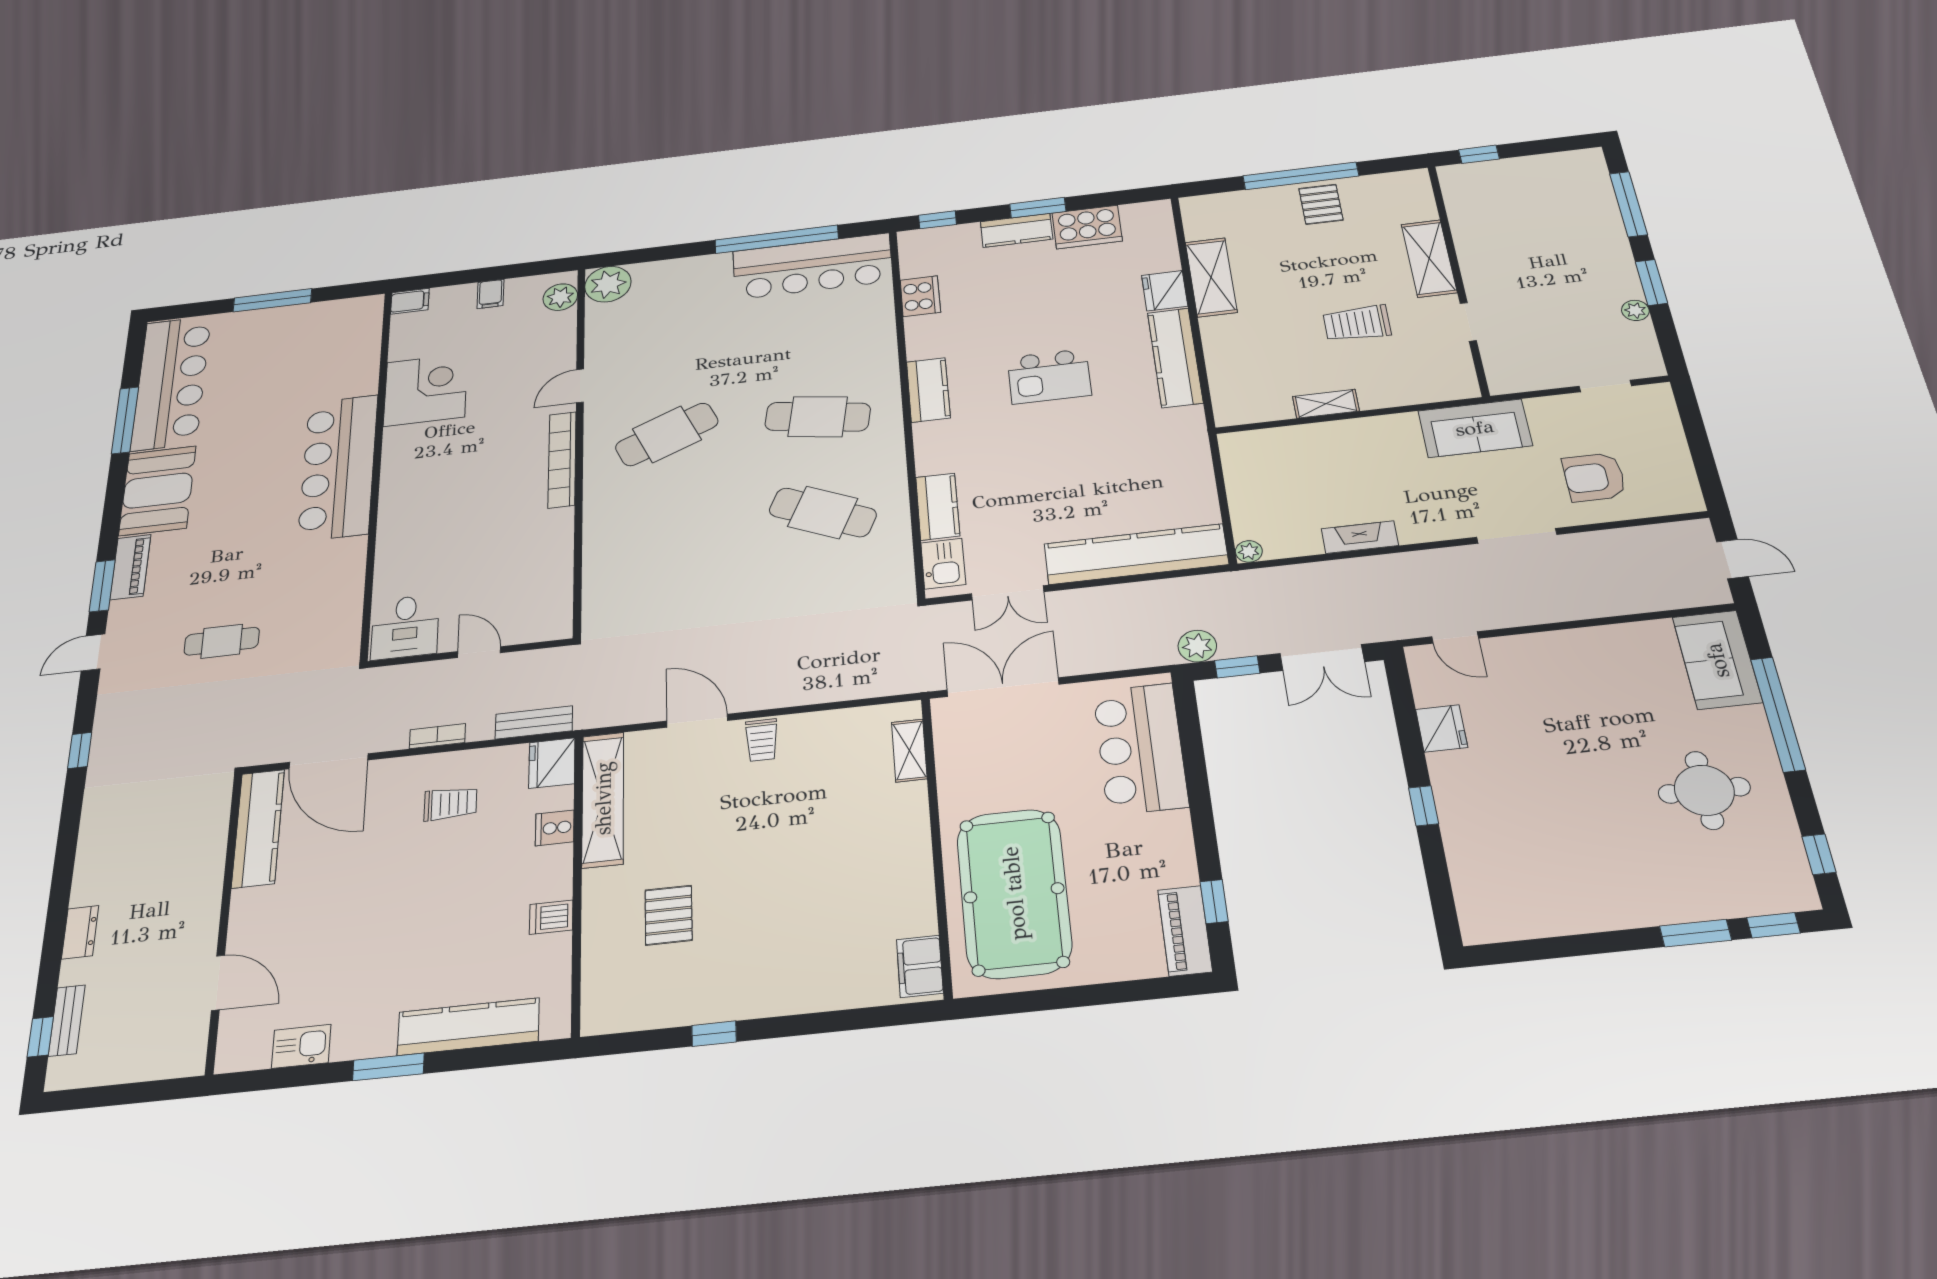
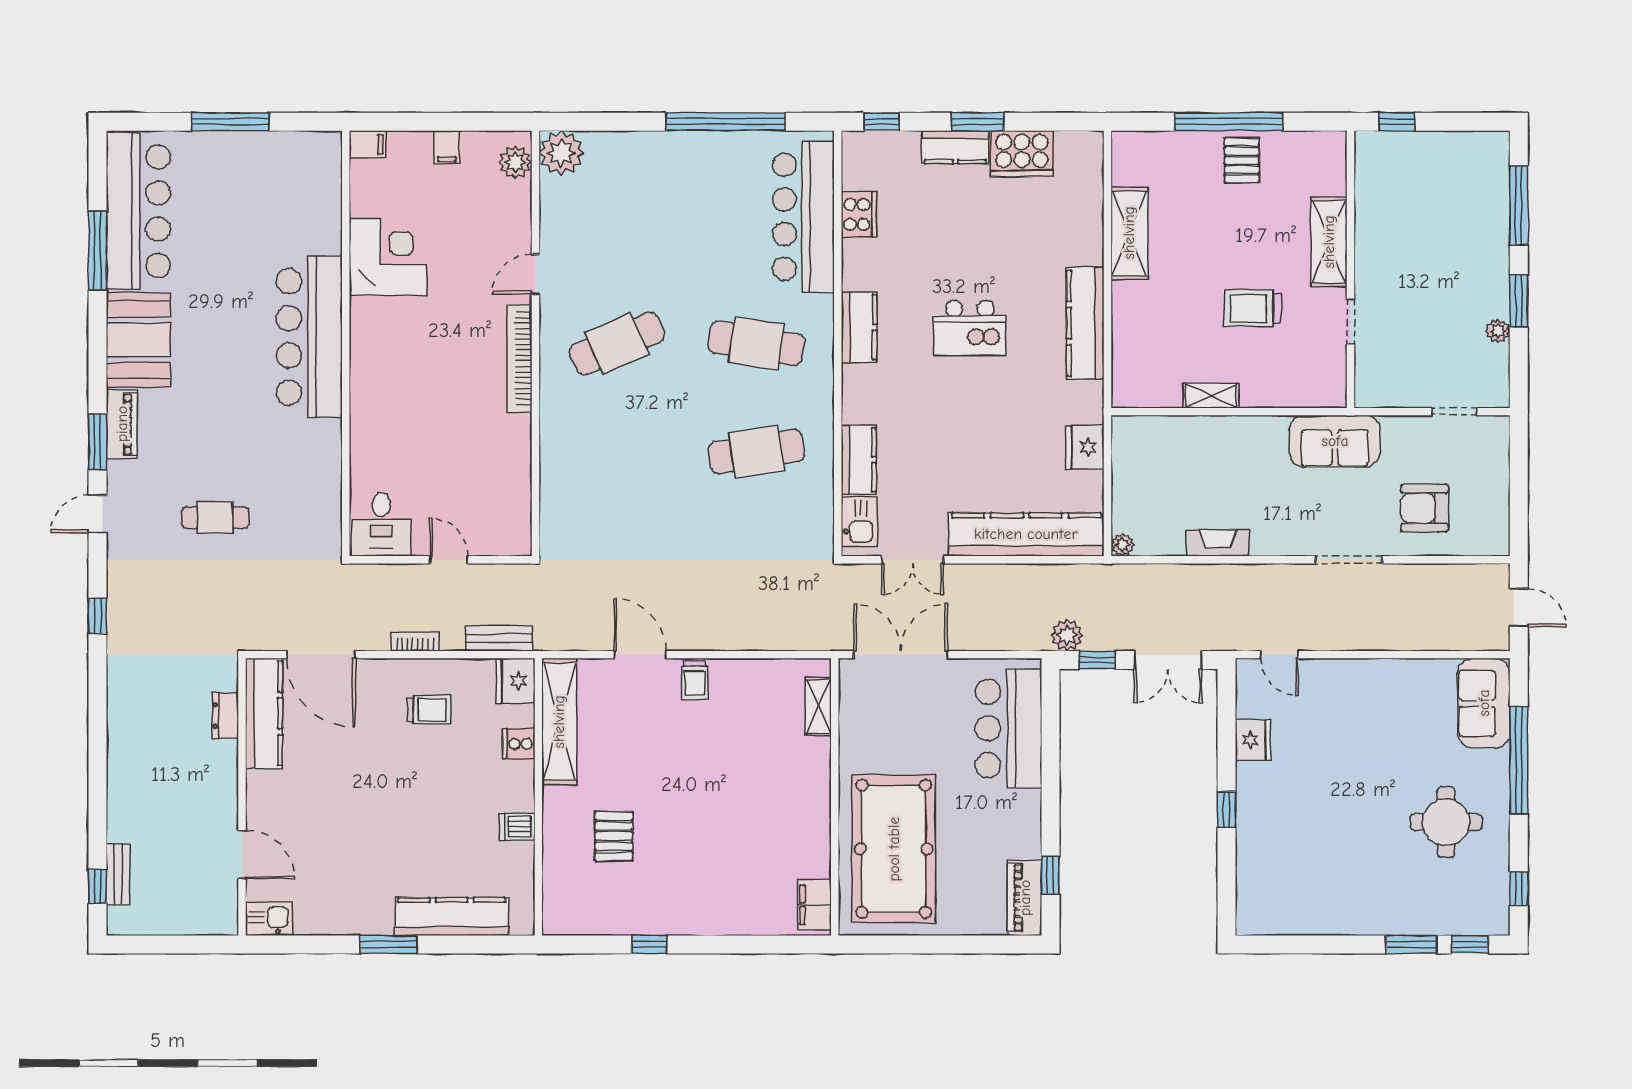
bar counter: (812, 266) -> (803, 217), moved, turned 90
fridge: (1165, 291) -> (1085, 447), moved
cafe table: (823, 512) -> (756, 452), turned -33
dresser: (80, 932) -> (225, 715), moved, turned 180
kitchen sink: (301, 1046) -> (269, 919), moved

